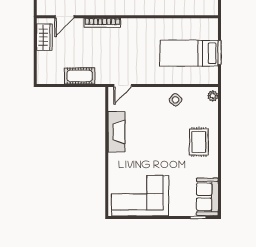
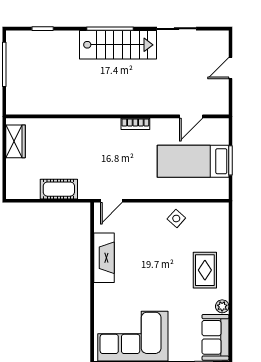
door: (64, 17) -> (191, 116), moved
bookcase: (102, 23) -> (135, 124), moved, width x0.64
plant: (213, 96) -> (222, 306), moved

